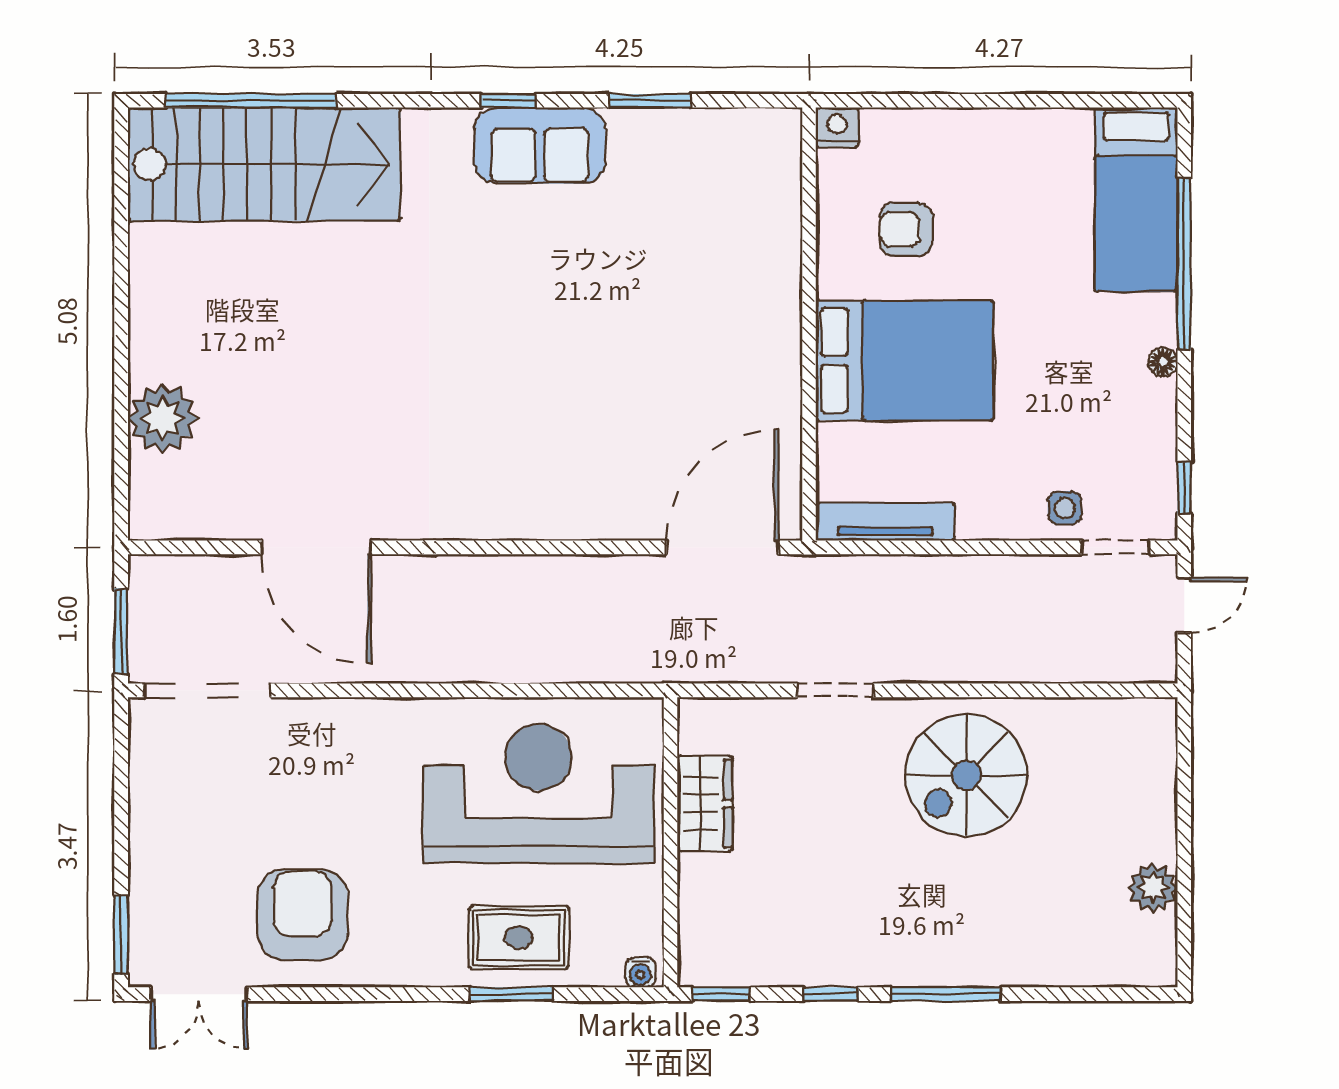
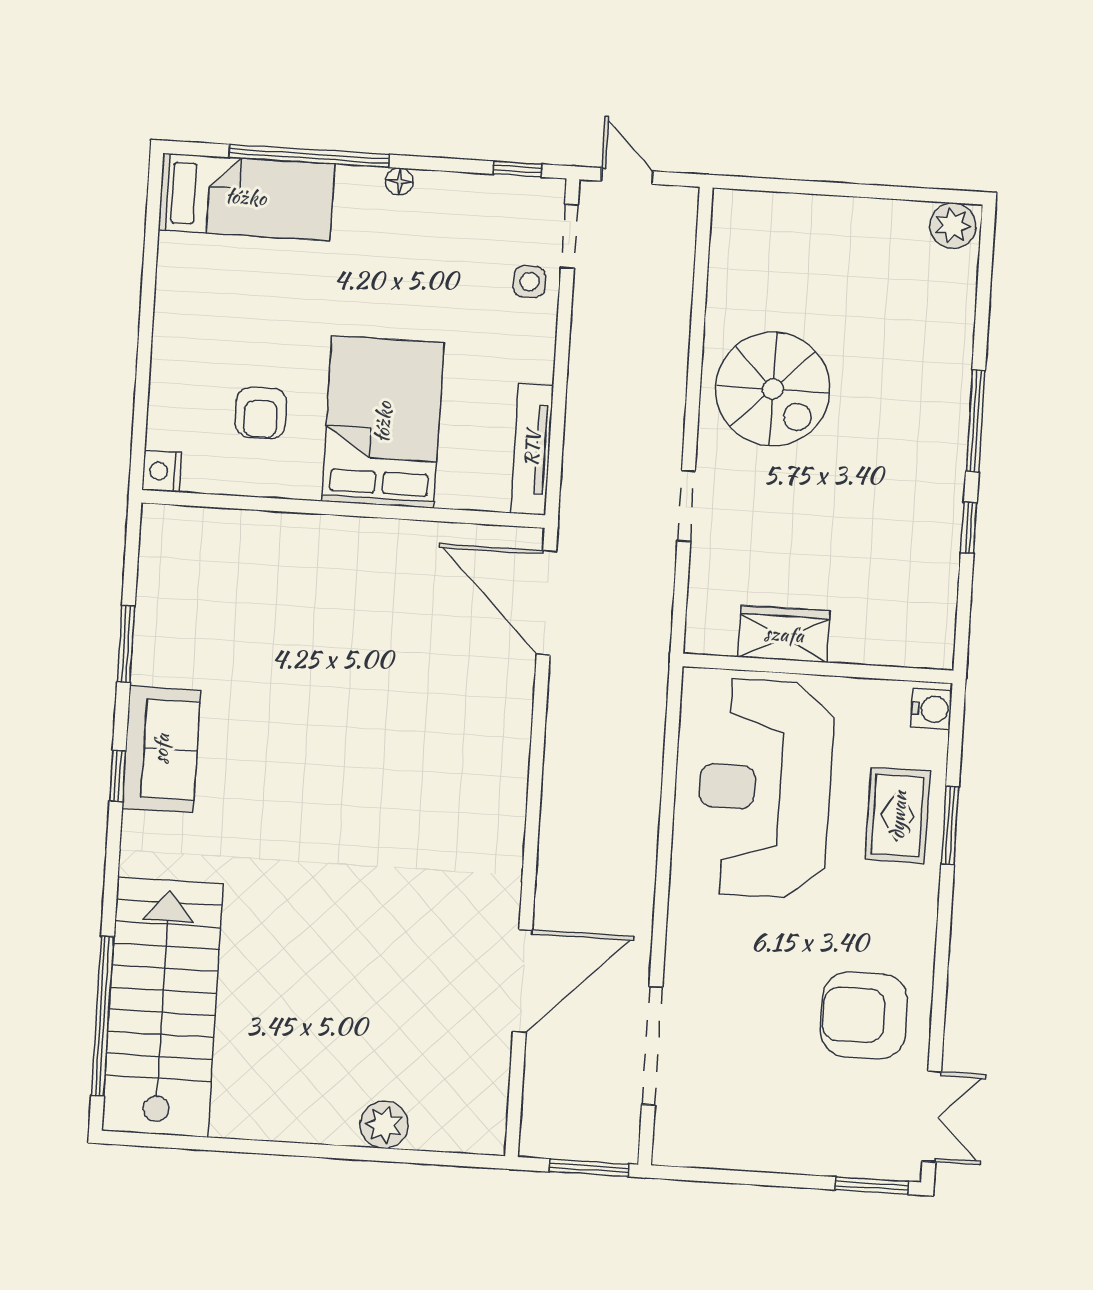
plant: (163, 418) -> (384, 1125), width x0.73, depth x0.73
doorway: (207, 690) -> (652, 1046), moved
plant: (1153, 888) -> (953, 226), moved
water cooler: (640, 972) -> (932, 709), width x1.38, depth x1.38
window: (721, 994) -> (962, 630), removed

